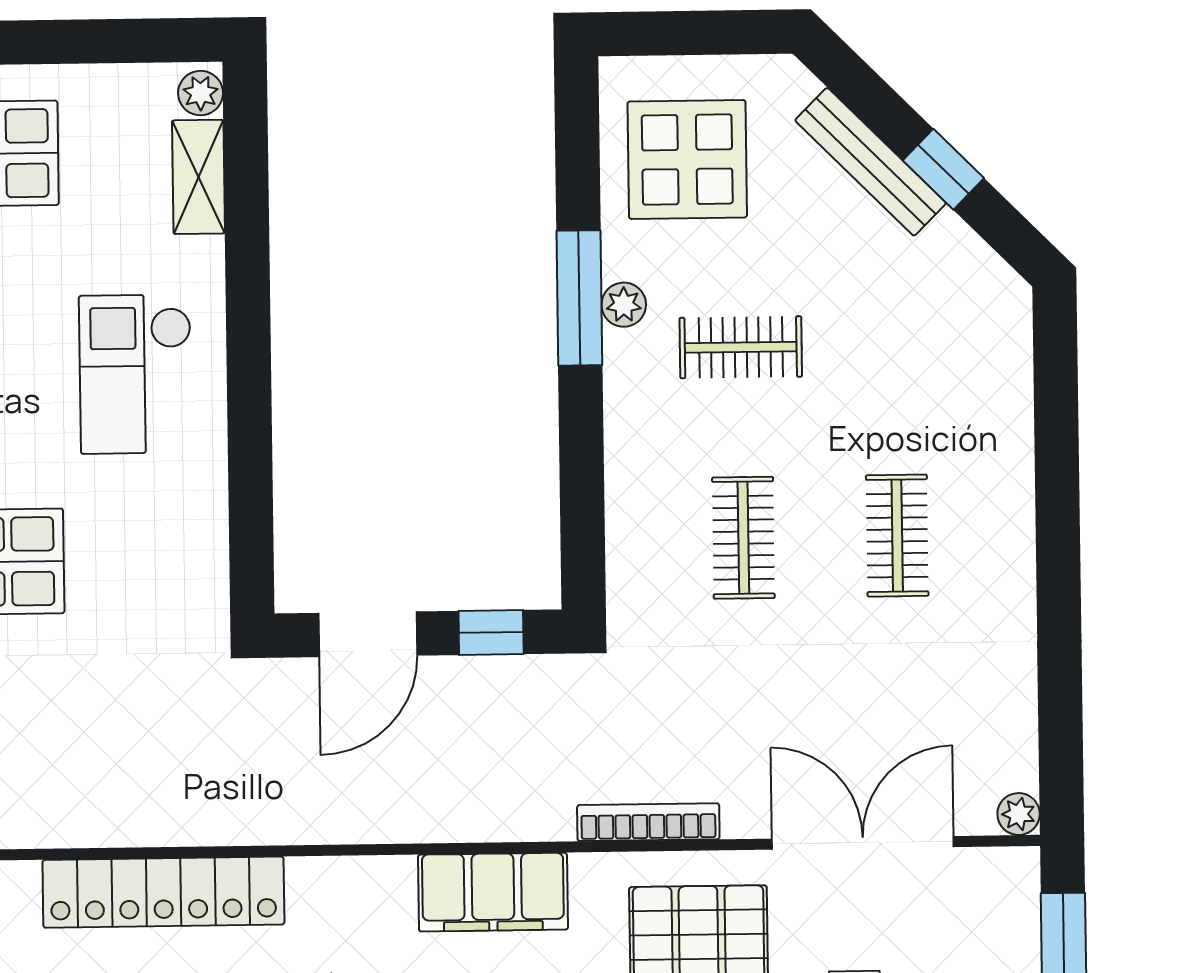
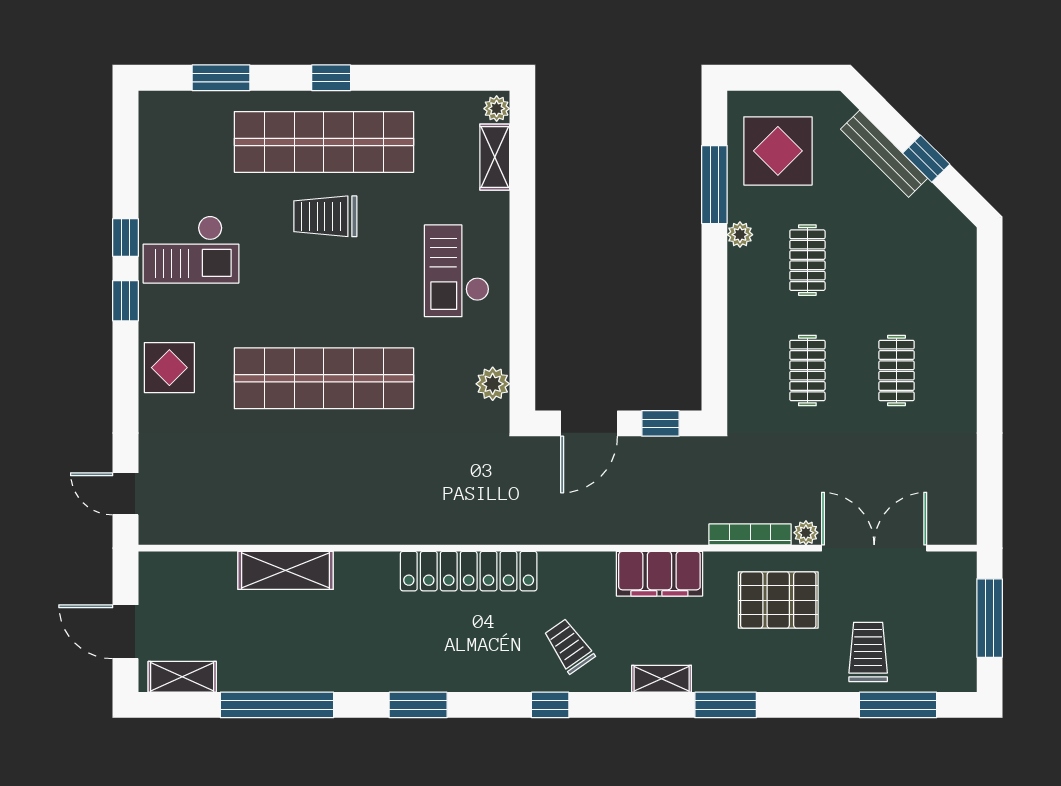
window: (579, 298) -> (714, 185), moved
clothes rail: (741, 347) -> (807, 260), turned 90
plant: (200, 568) -> (493, 384), added
plant: (1019, 814) -> (806, 533), moved

